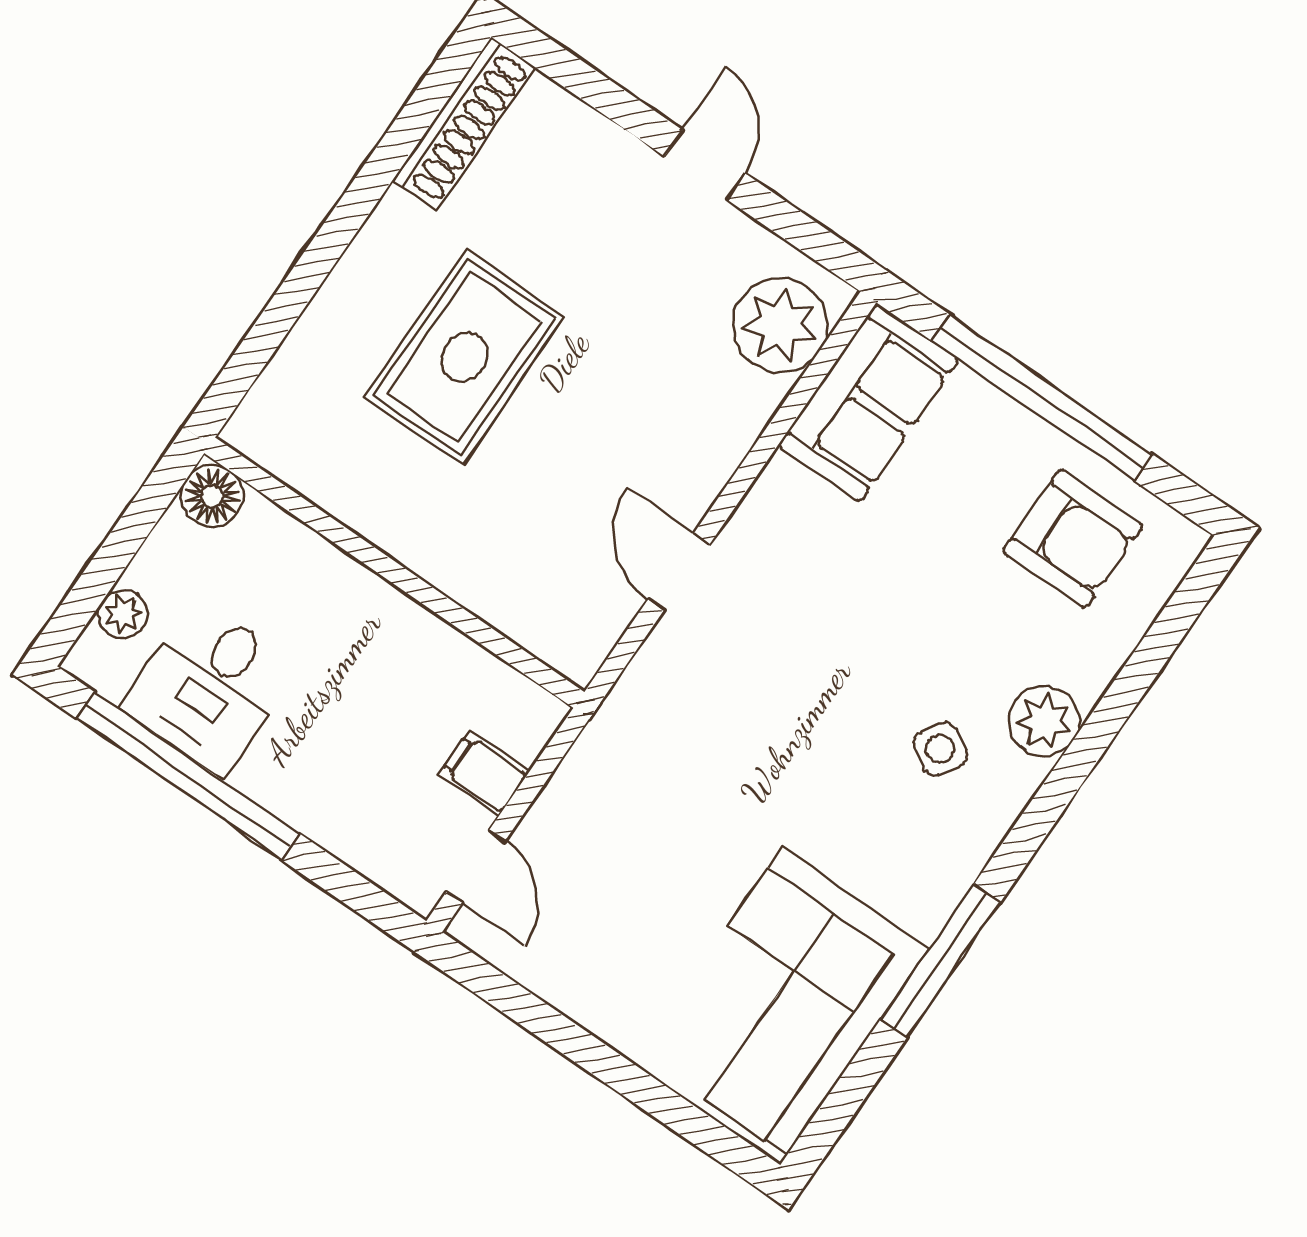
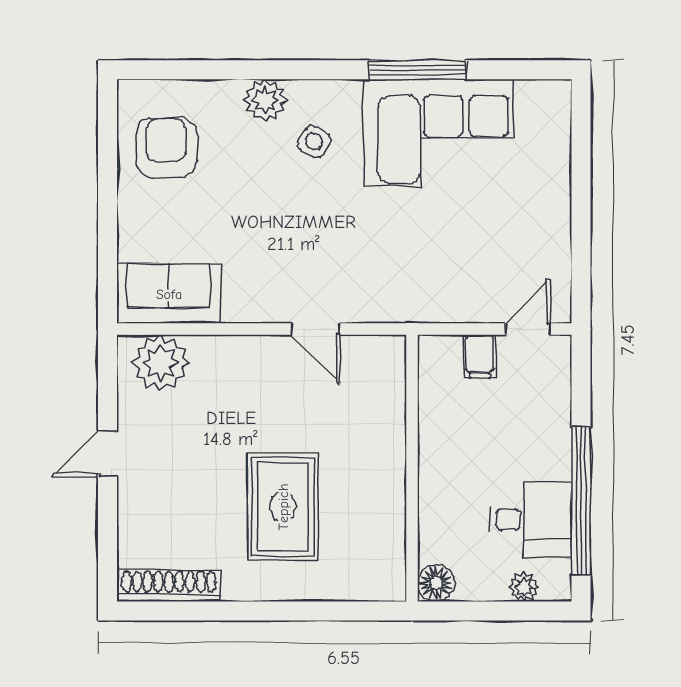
rug: (464, 357) -> (283, 507), turned 90
window: (1042, 397) -> (108, 210), removed
door: (679, 572) -> (315, 329), hinge flipped
corner sofa: (784, 1001) -> (438, 133), moved

